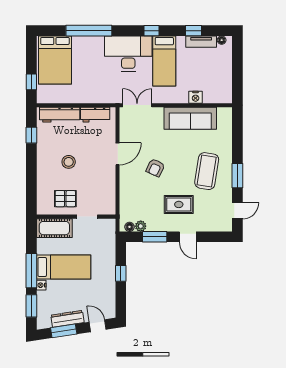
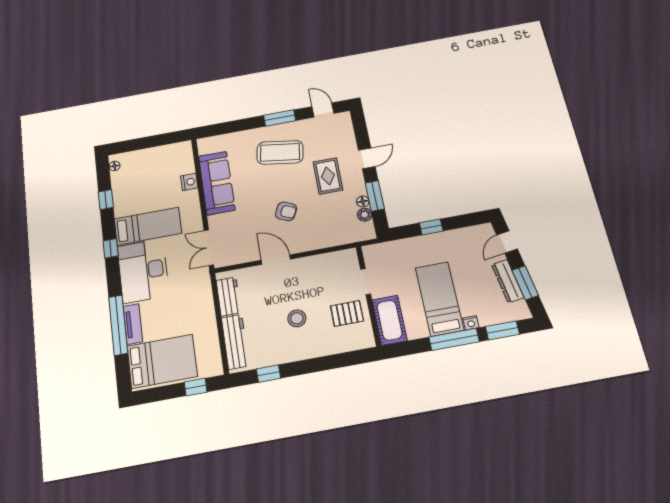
tv unit: (201, 42) -> (133, 324), moved
pallet: (65, 199) -> (347, 313), turned 90
floor lamp: (130, 227) -> (363, 201), moved

